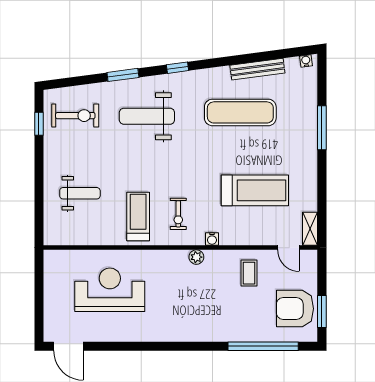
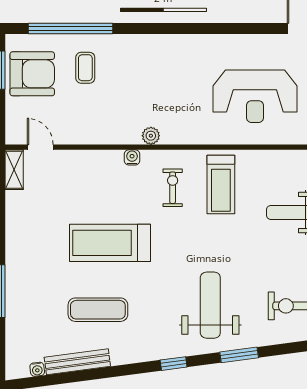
water cooler: (306, 61) -> (37, 369), moved
exercise mat: (240, 112) -> (98, 310), width x0.73, depth x0.69
weight bench: (147, 116) -> (210, 305), turned -90
treadmill: (255, 190) -> (110, 243), moved
coffee table: (249, 273) -> (85, 68), moved

